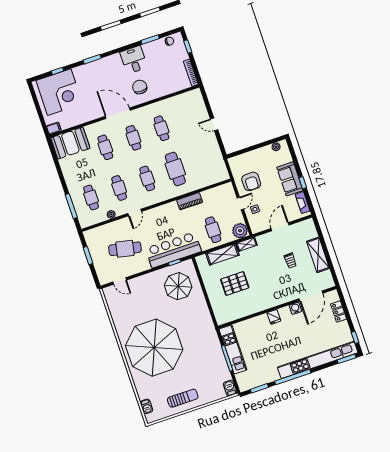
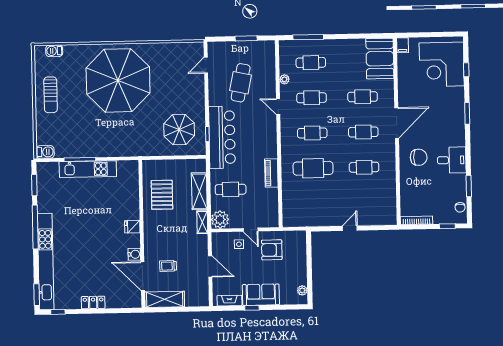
door: (311, 296) -> (143, 276), moved
wall: (277, 307) -> (142, 234), moved
water cooler: (295, 308) -> (134, 254), moved
fridge: (274, 317) -> (132, 227), moved

